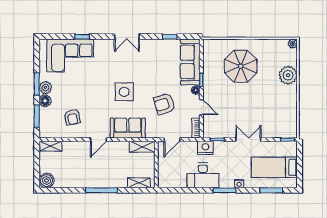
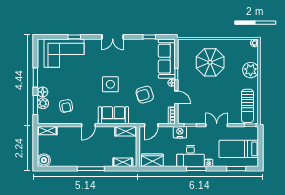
plant: (45, 88) -> (43, 103), moved
sun lounger: (284, 117) -> (247, 106), added
desk: (203, 175) -> (190, 156), moved
wardrobe: (173, 181) -> (152, 160), added

